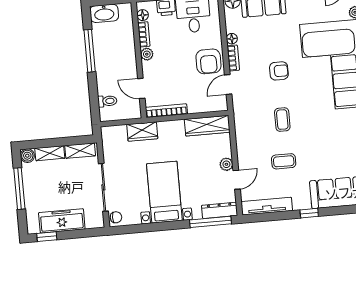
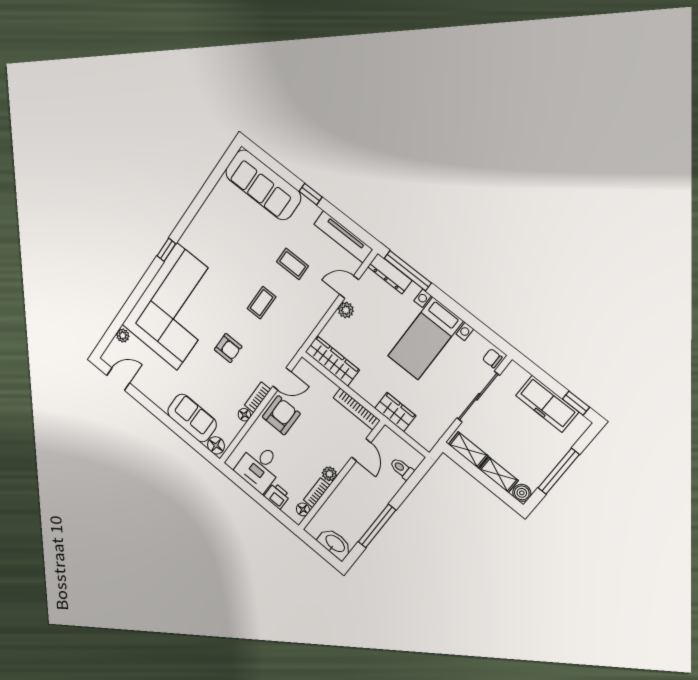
armchair: (279, 71) -> (228, 348), turned 180

